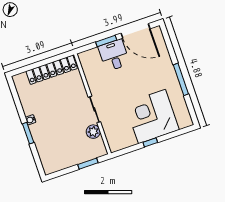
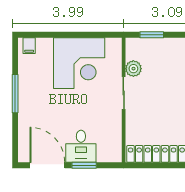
corner desk: (152, 116) -> (79, 63), moved
filing cabinet: (183, 121) -> (29, 46), added
window: (150, 142) -> (74, 35), removed

